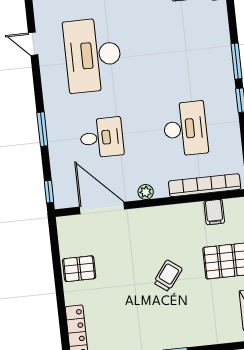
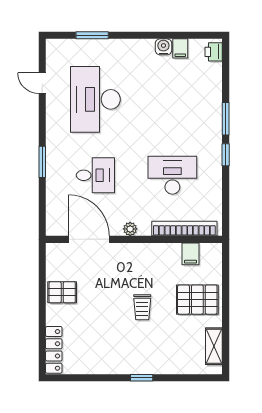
desk: (185, 129) -> (172, 175), turned -90
window: (49, 192) -> (42, 219), removed
trolley: (168, 276) -> (142, 307), turned 143

